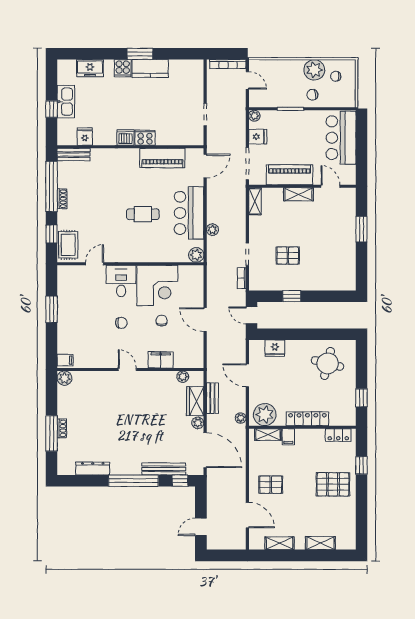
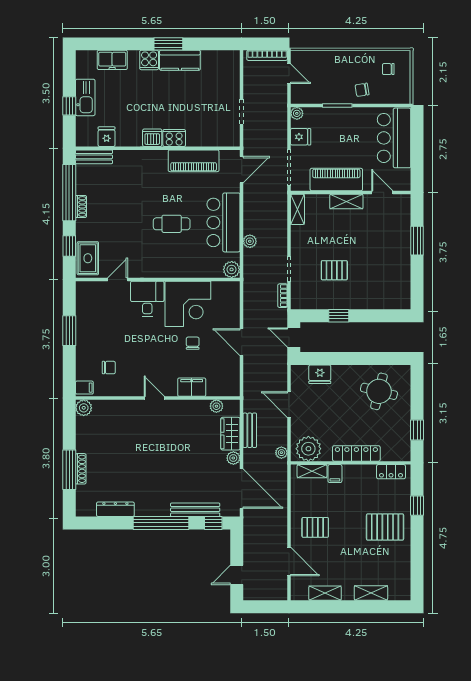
plant: (314, 70) -> (364, 62), removed
chair: (121, 323) -> (109, 368), moved
shoe rack: (62, 428) -> (81, 469), width x1.43

